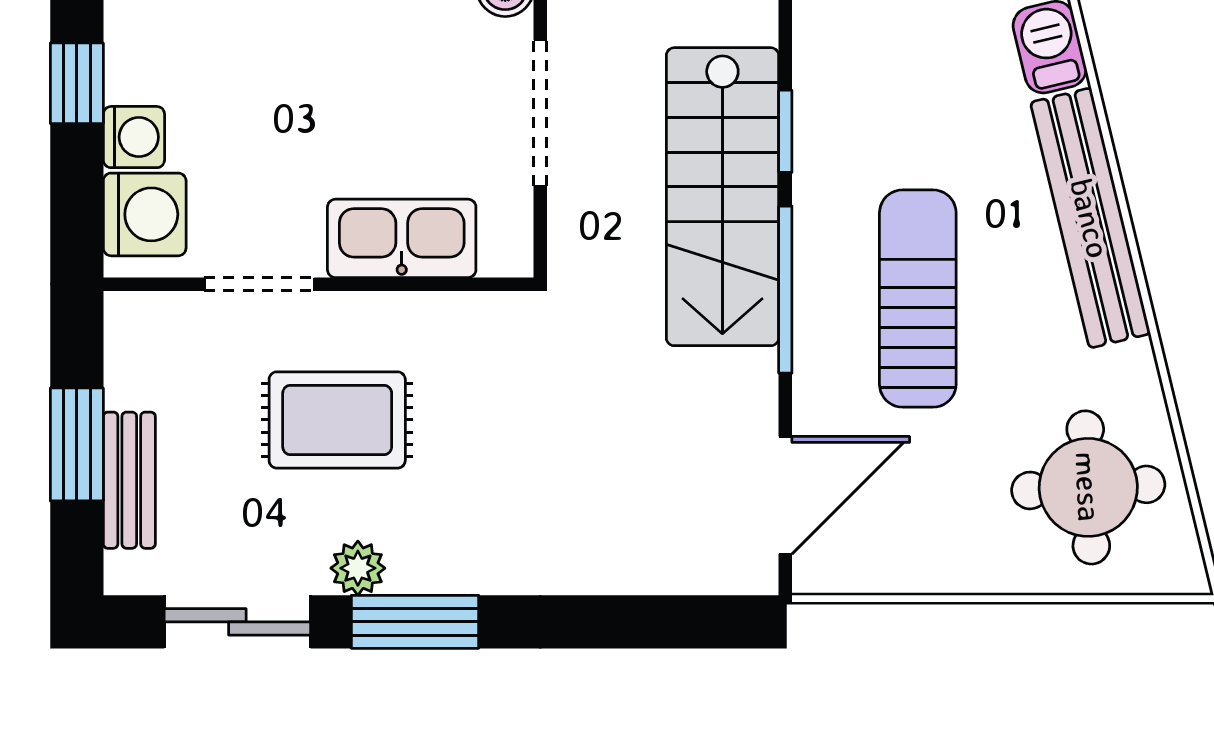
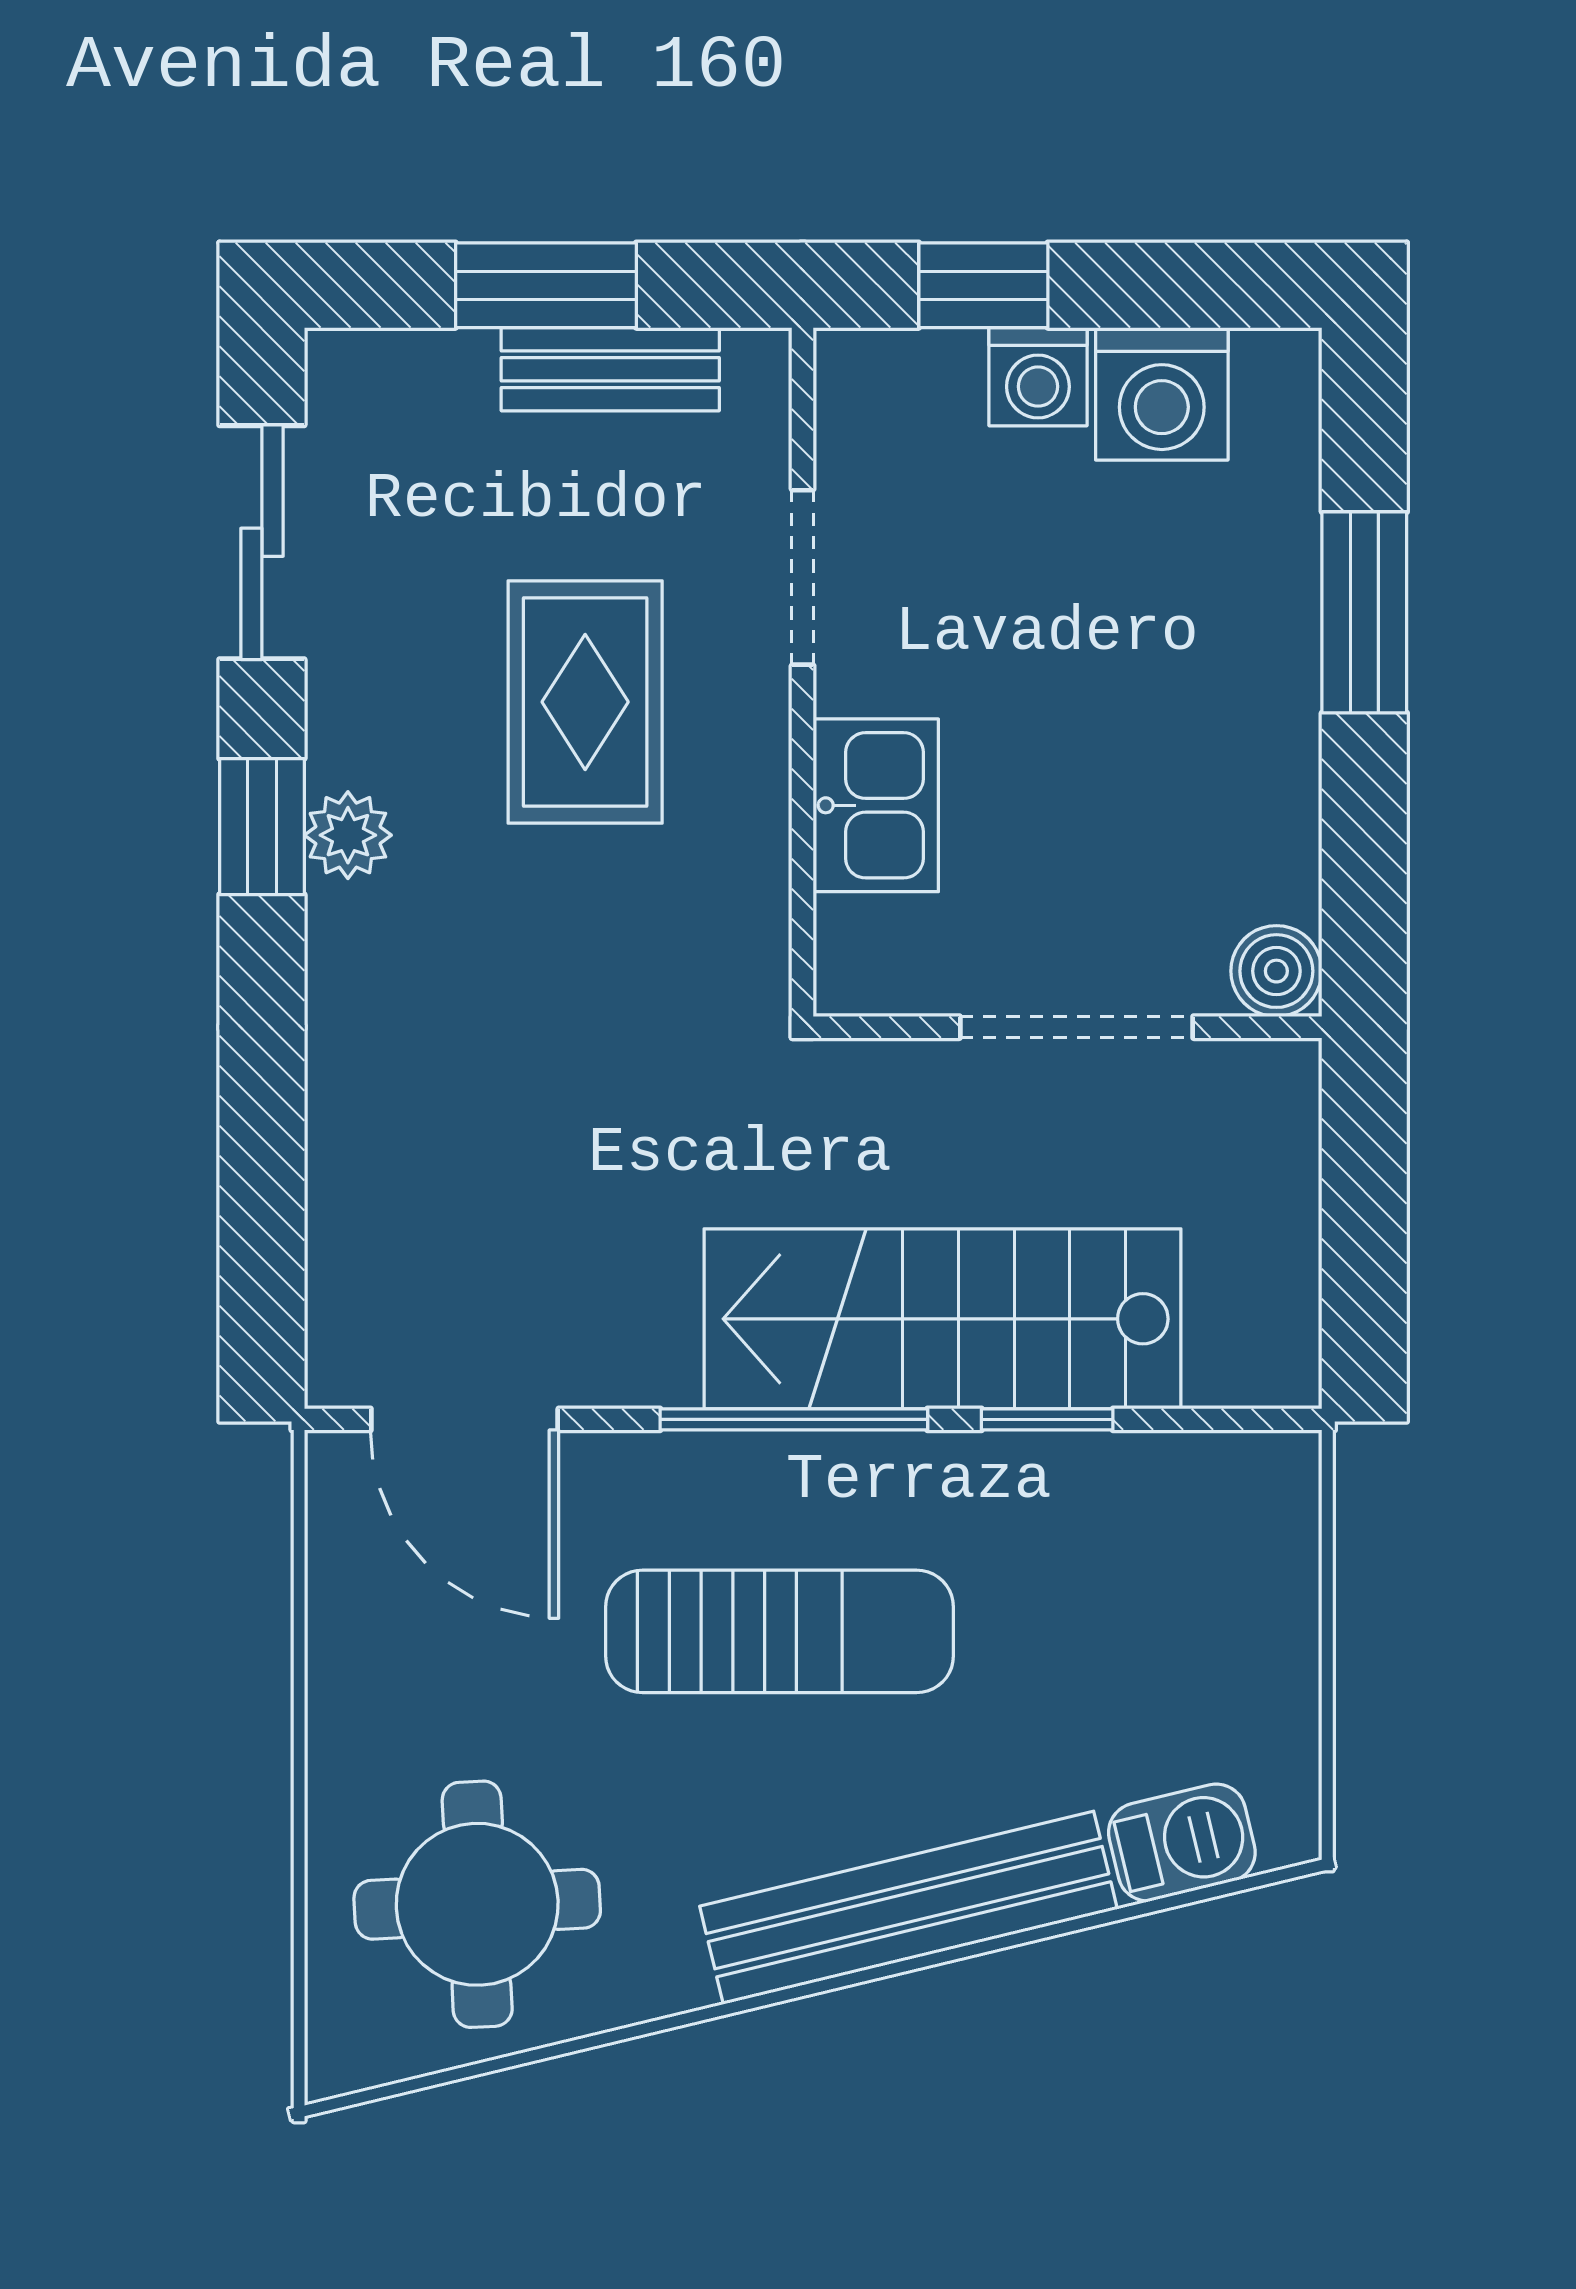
window: (77, 83) -> (983, 285), moved
washing machine: (145, 214) -> (1162, 394), moved
kitchen sink: (402, 238) -> (876, 805), width x0.73
bench: (129, 480) -> (610, 369), moved
plant: (358, 568) -> (348, 835), moved
window: (415, 622) -> (262, 827), width x0.67

